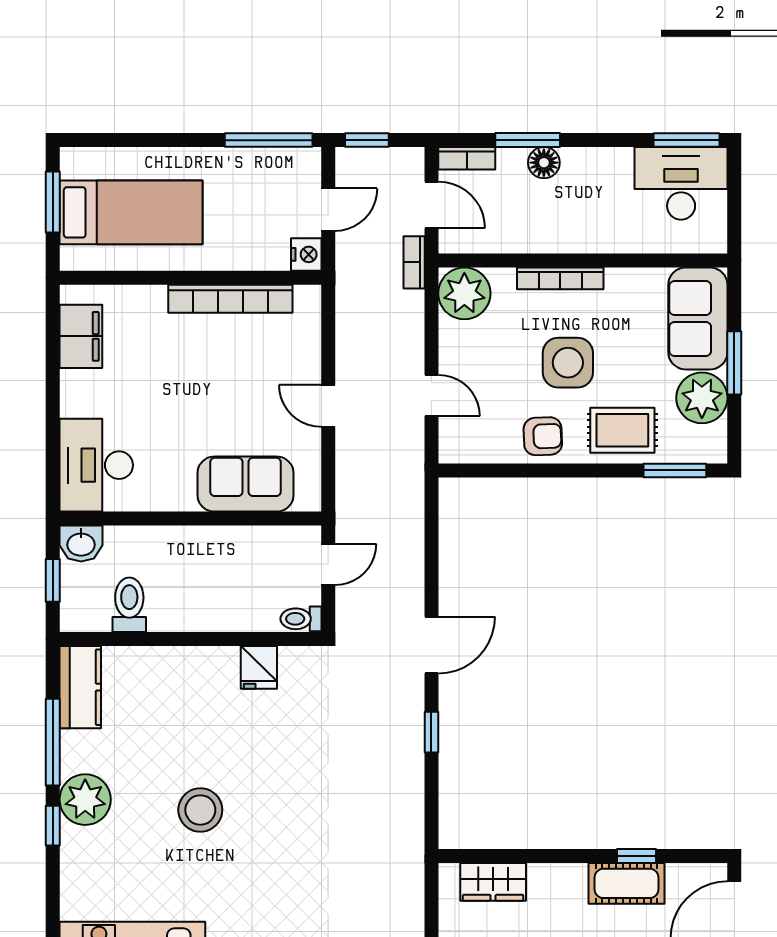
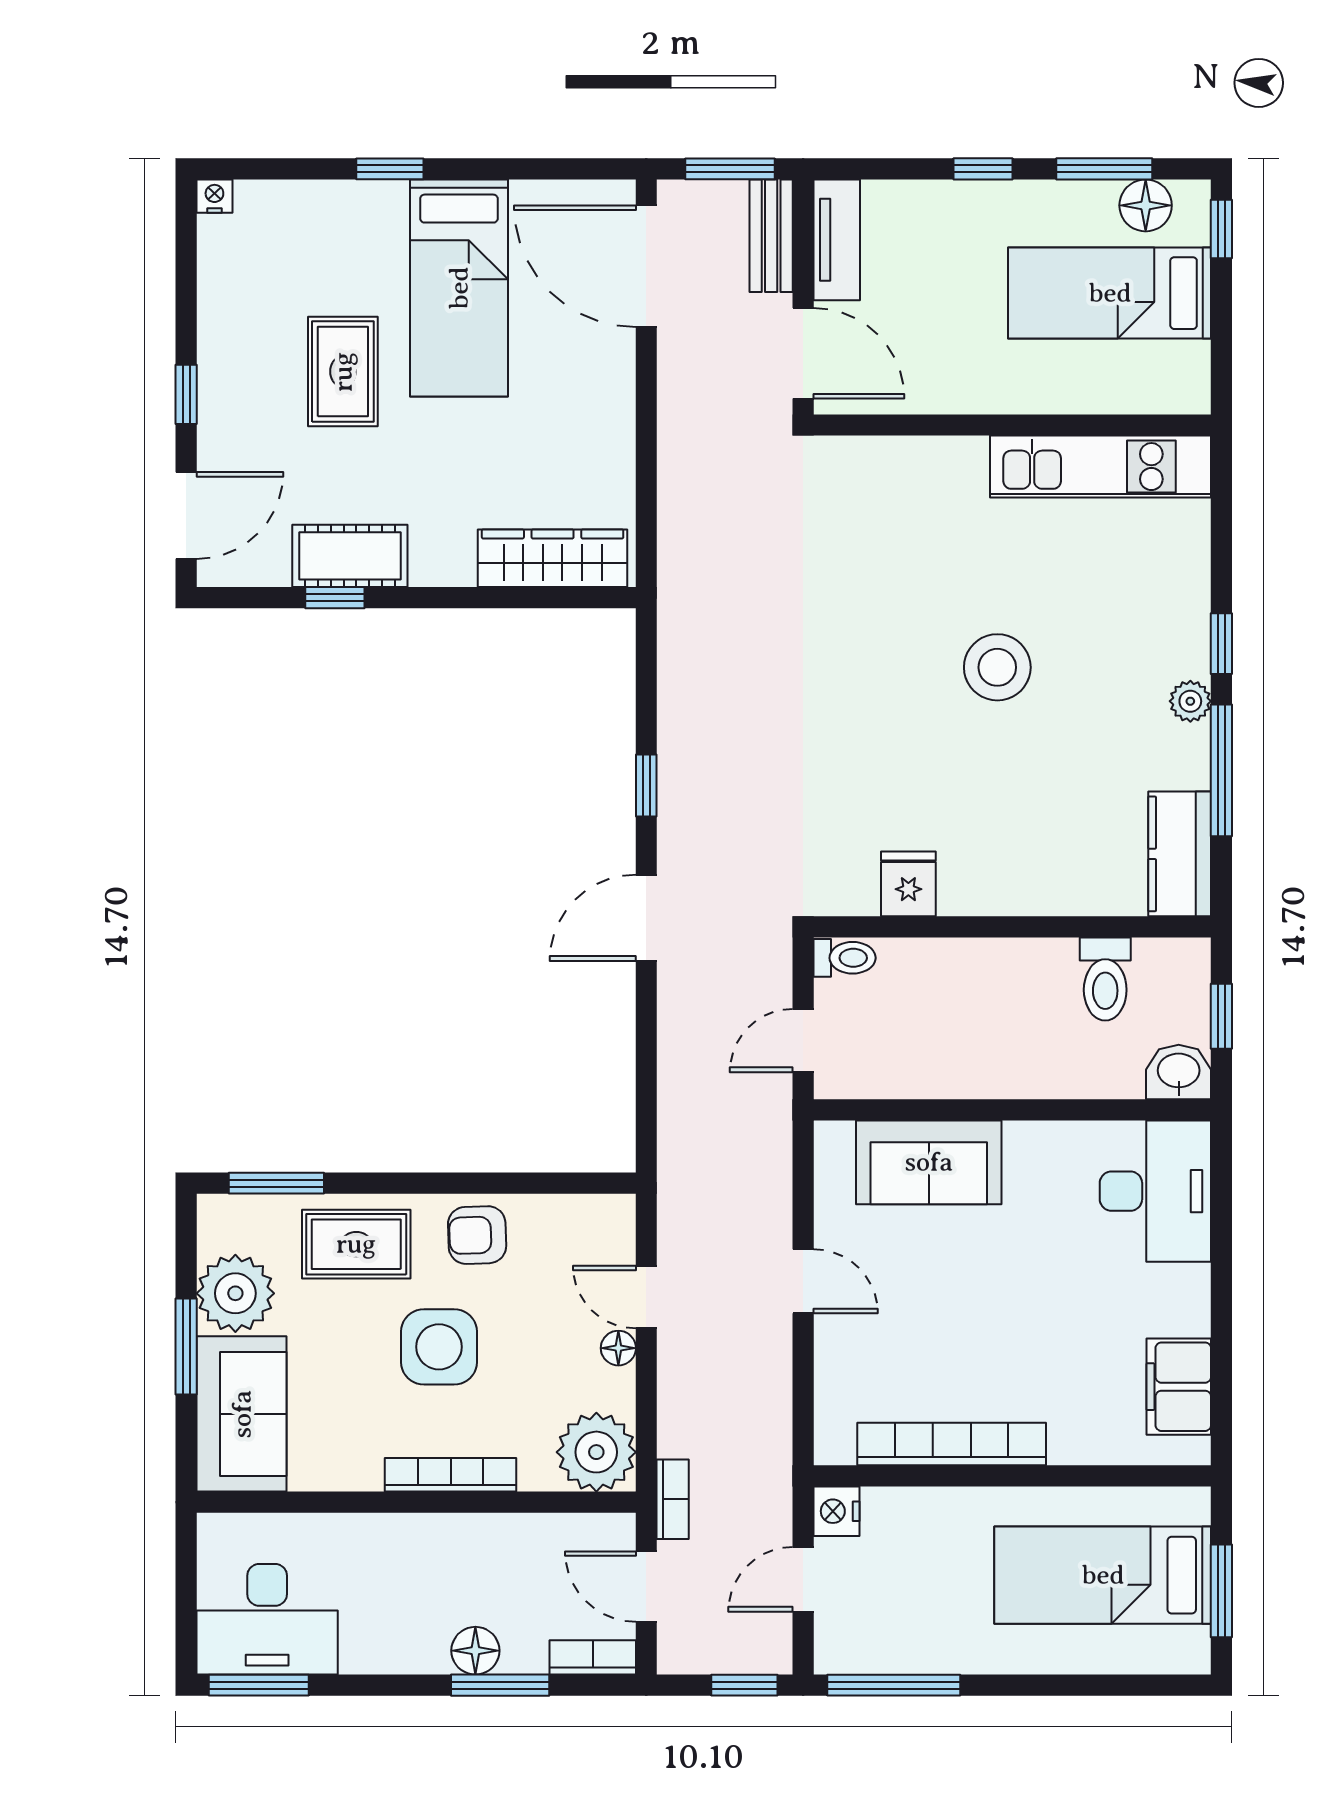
floor lamp: (450, 362) -> (618, 1348), added
plant: (85, 800) -> (1190, 701), width x0.53, depth x0.53
wardrobe: (493, 882) -> (553, 558), width x1.50

